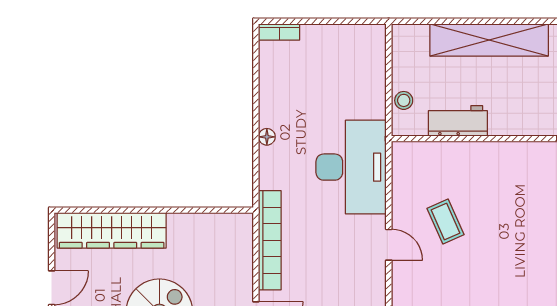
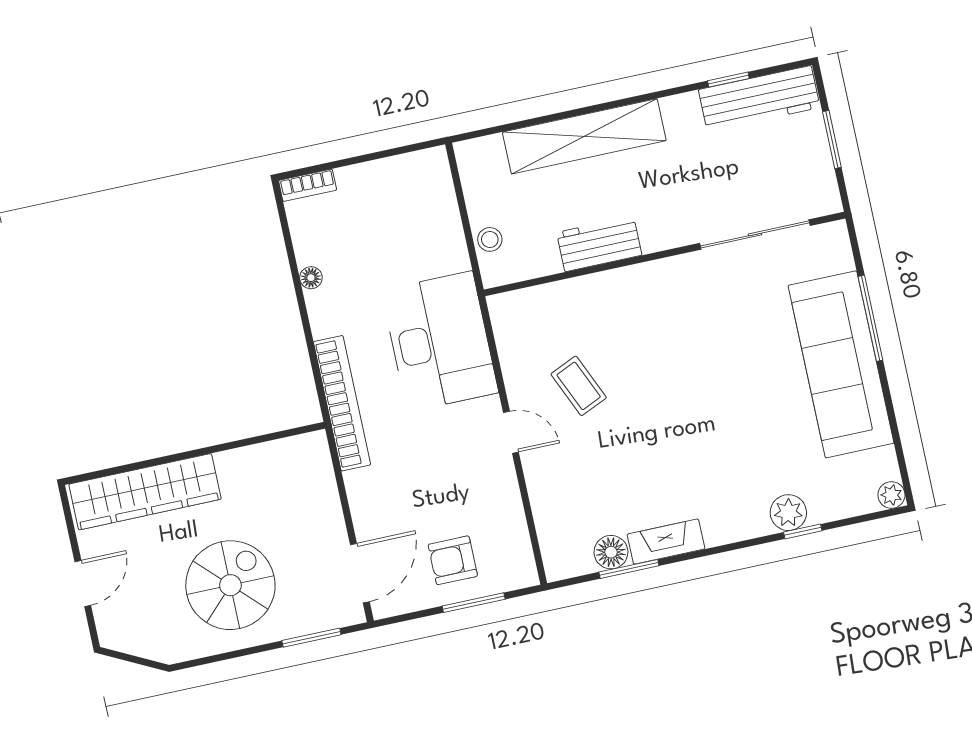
workbench: (458, 121) -> (599, 244), moved
floor lamp: (267, 137) -> (311, 278), moved
bookcase: (270, 240) -> (342, 403), moved

